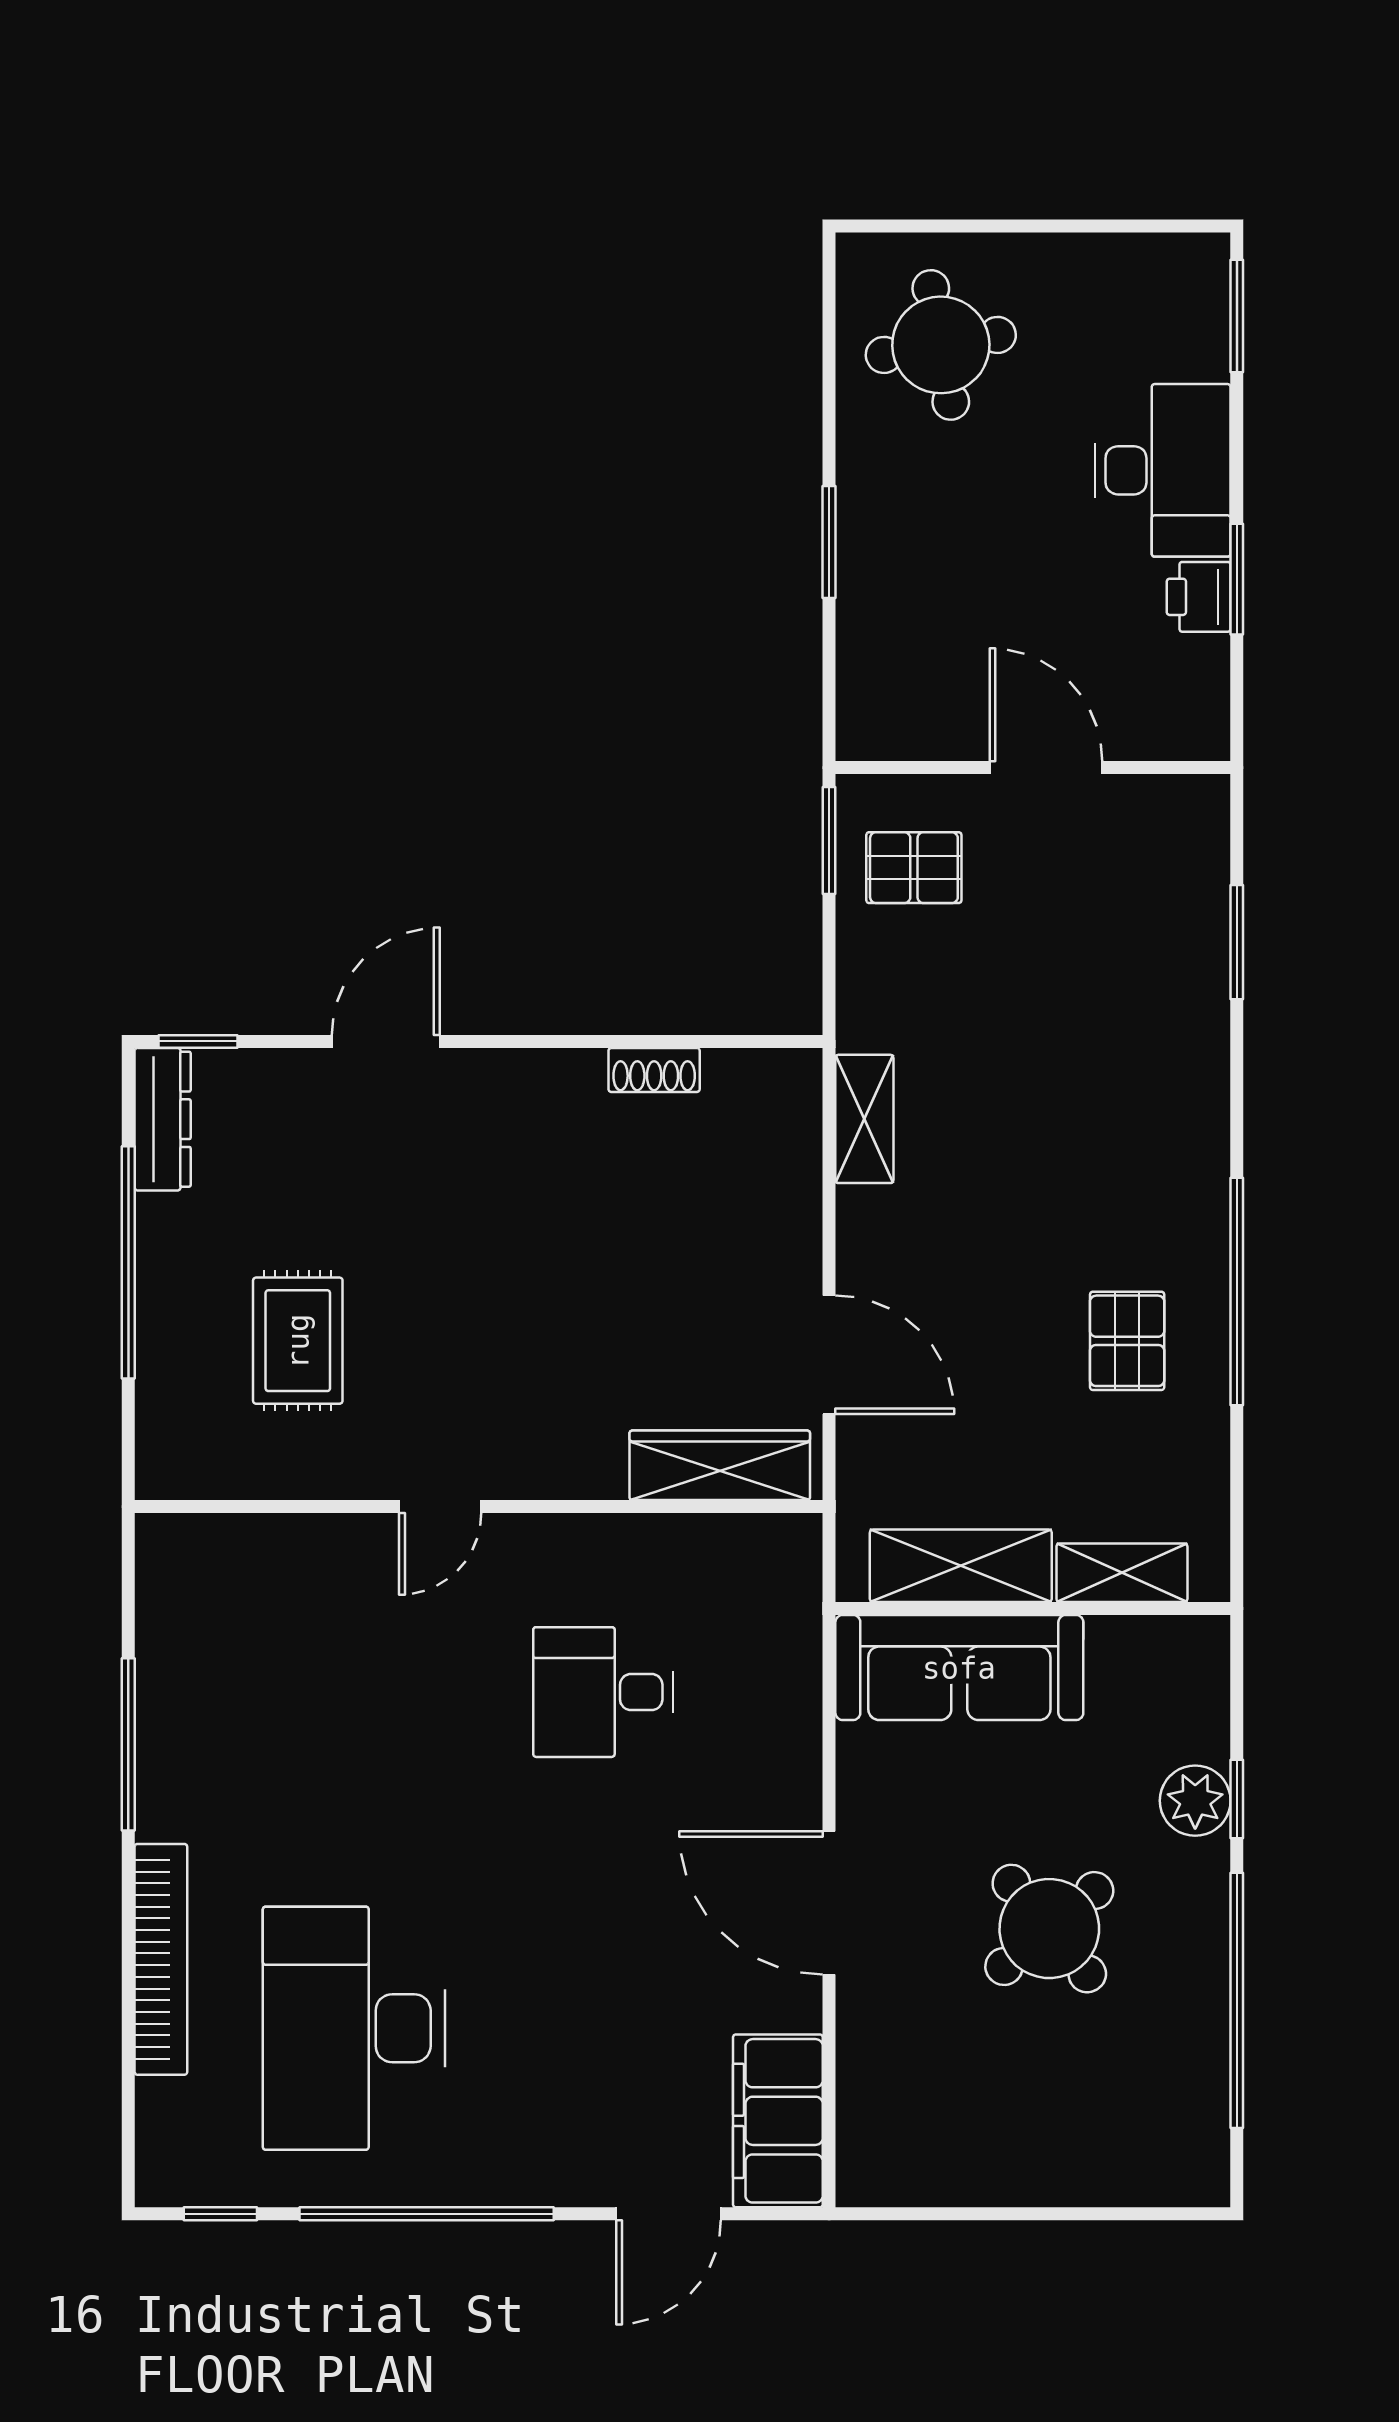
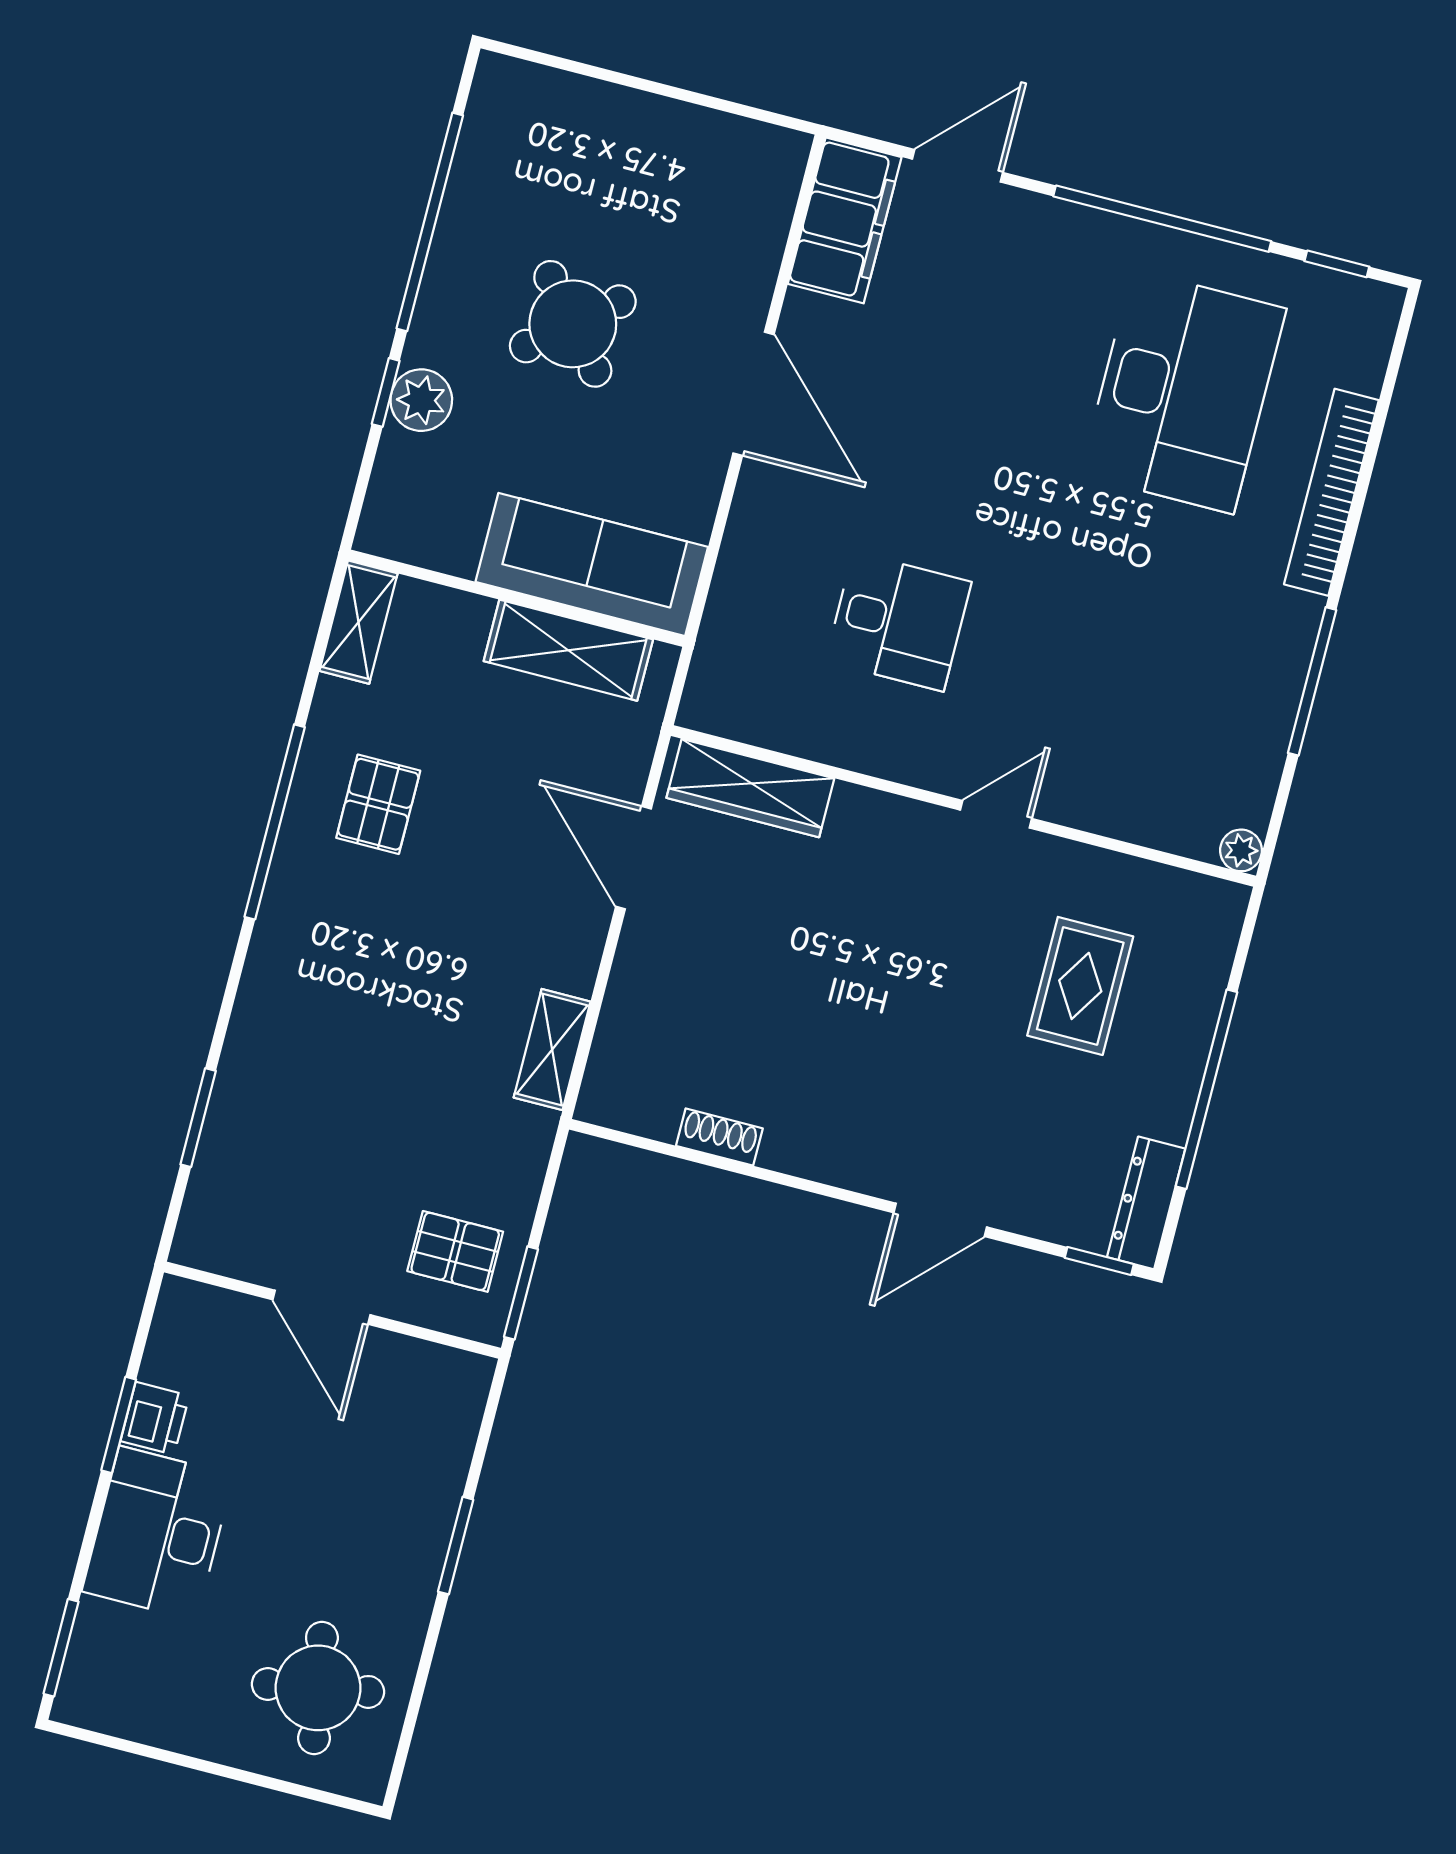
plant: (159, 1537) -> (1241, 850), added
shelving: (1122, 1573) -> (359, 622), moved, turned 90

